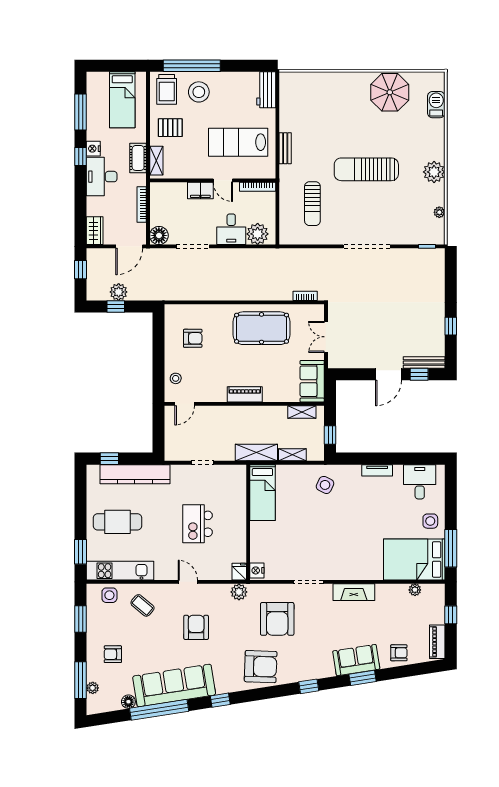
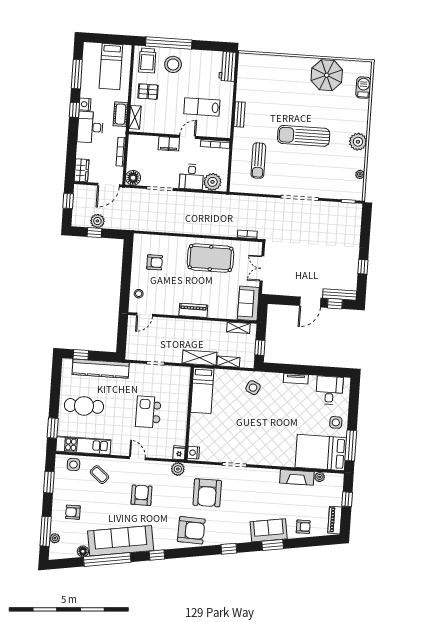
lab bench: (238, 142) -> (202, 107), width x0.73, depth x0.72
door: (223, 180) -> (188, 137), swing flipped
fireplace: (354, 592) -> (297, 477), moved

